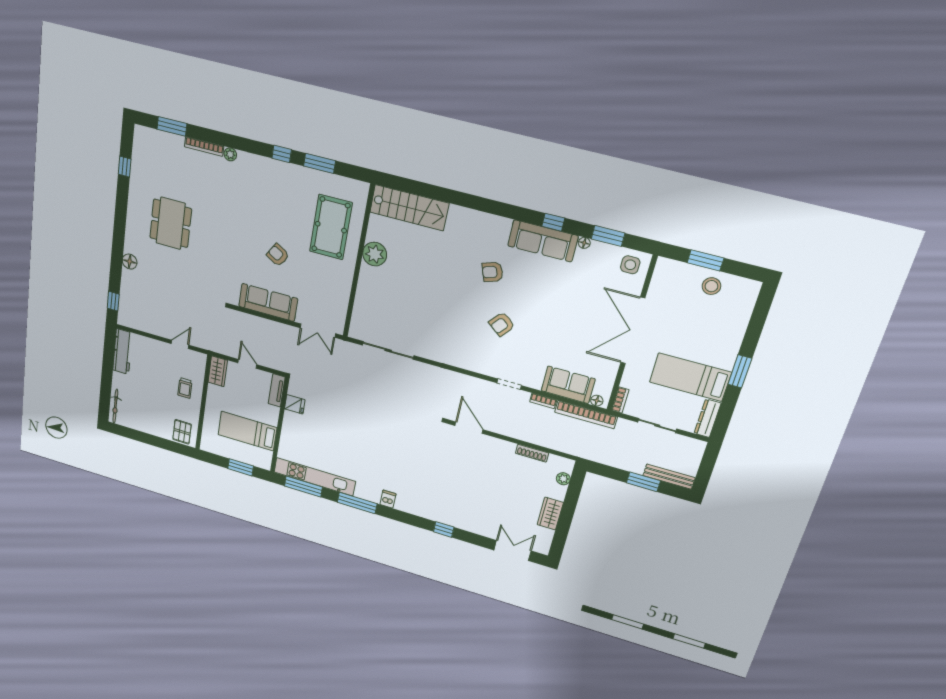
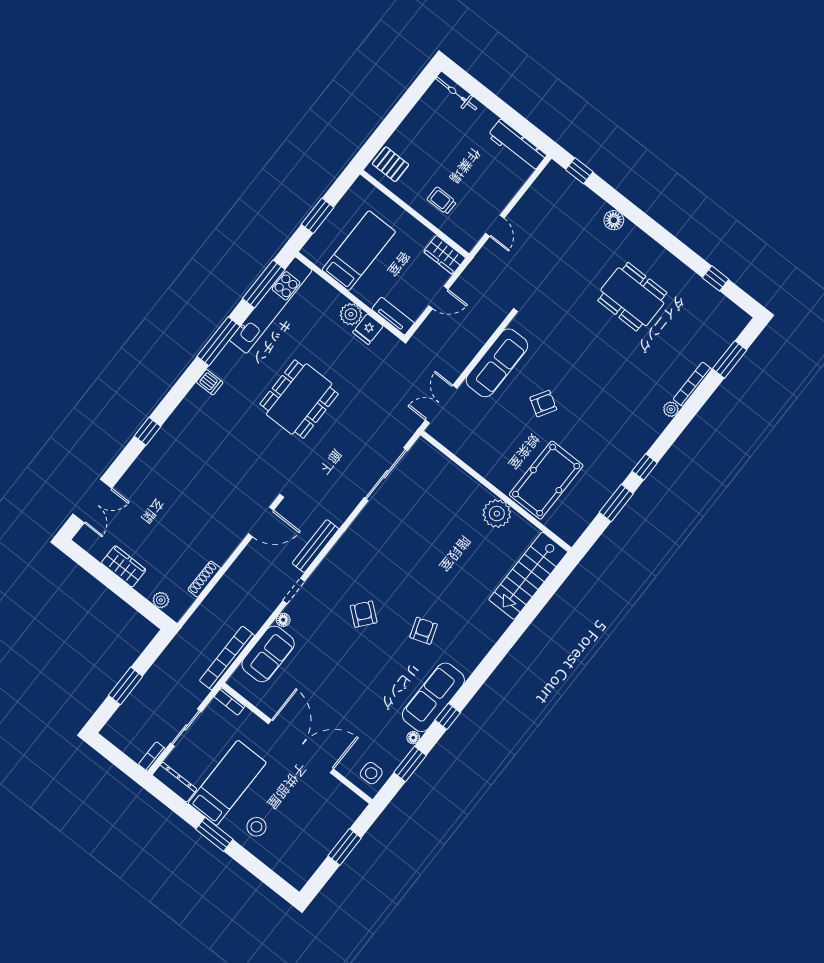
pool table: (331, 227) -> (546, 480), turned 90
stool: (711, 286) -> (256, 827), moved
bookcase: (543, 401) -> (152, 756), moved
floor lamp: (597, 401) -> (283, 620), moved
plant: (291, 420) -> (351, 314), added
dining table: (367, 434) -> (299, 399), added
bench: (669, 477) -> (315, 546), moved

